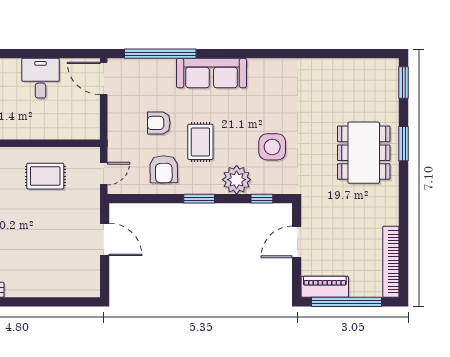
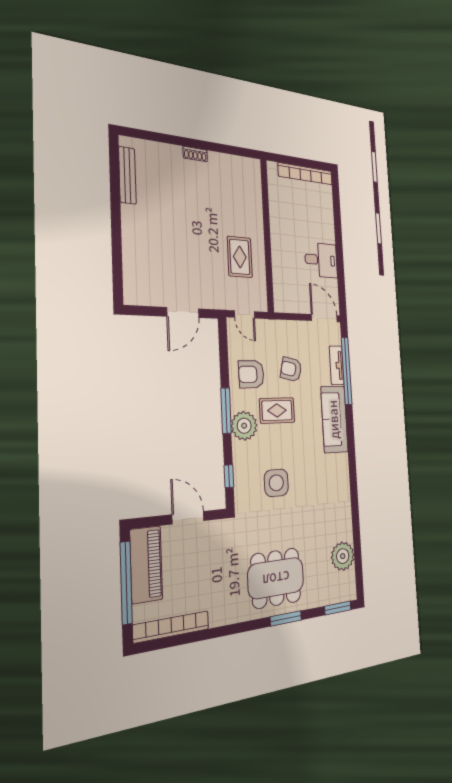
tv unit: (154, 66) -> (337, 365), added
plant: (353, 73) -> (343, 556), added
door: (104, 78) -> (324, 318), hinge flipped
armchair: (159, 123) -> (291, 369), turned -77
plant: (237, 180) -> (244, 426), moved
window: (199, 199) -> (226, 411), width x1.44
piano: (325, 287) -> (146, 565), width x1.37, depth x1.33

